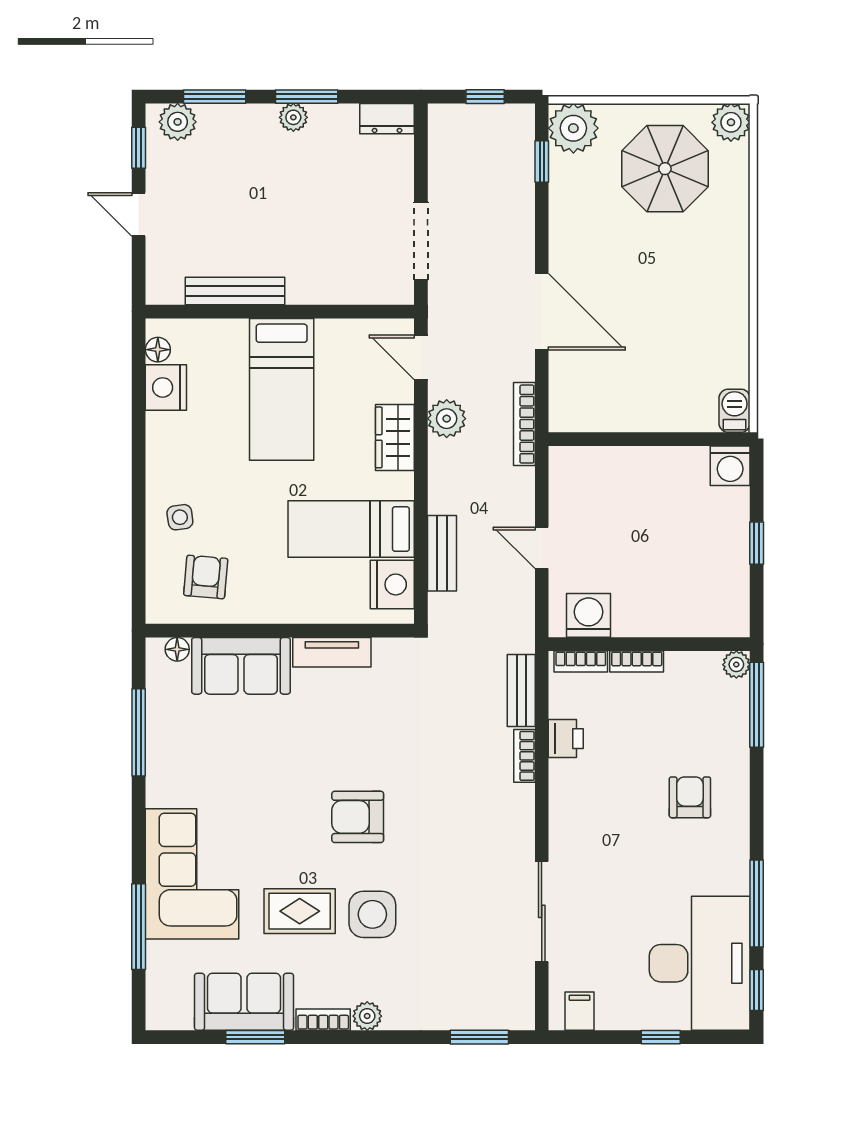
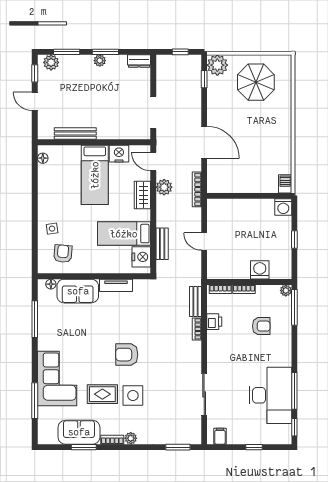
plant: (731, 122) -> (284, 63), removed
nightstand: (166, 387) -> (119, 154), moved, turned 90
washing machine: (588, 615) -> (260, 270), moved
armchair: (690, 797) -> (261, 326), moved, turned 90
desk: (700, 963) -> (270, 395), moved

